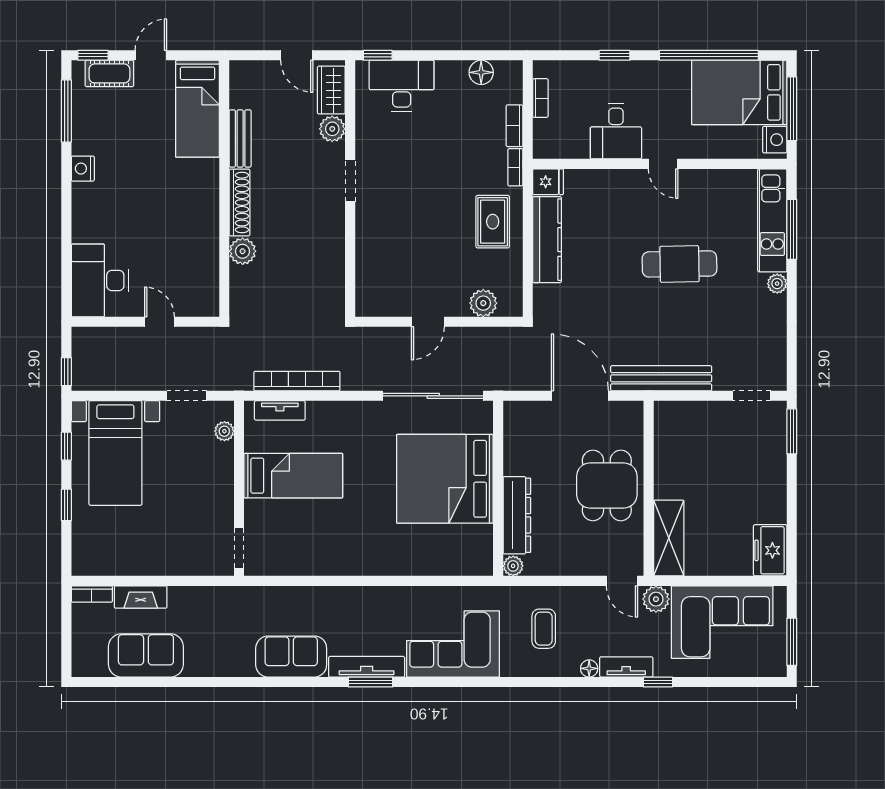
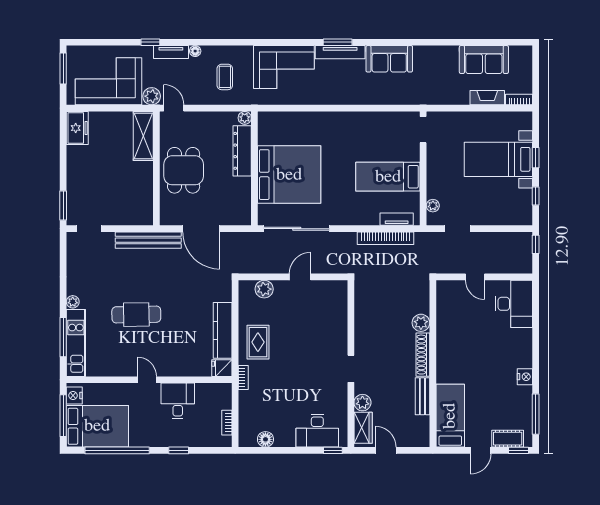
bookcase: (514, 126) -> (244, 405), removed
bed with nightstands: (115, 453) -> (498, 159), moved, turned -90

